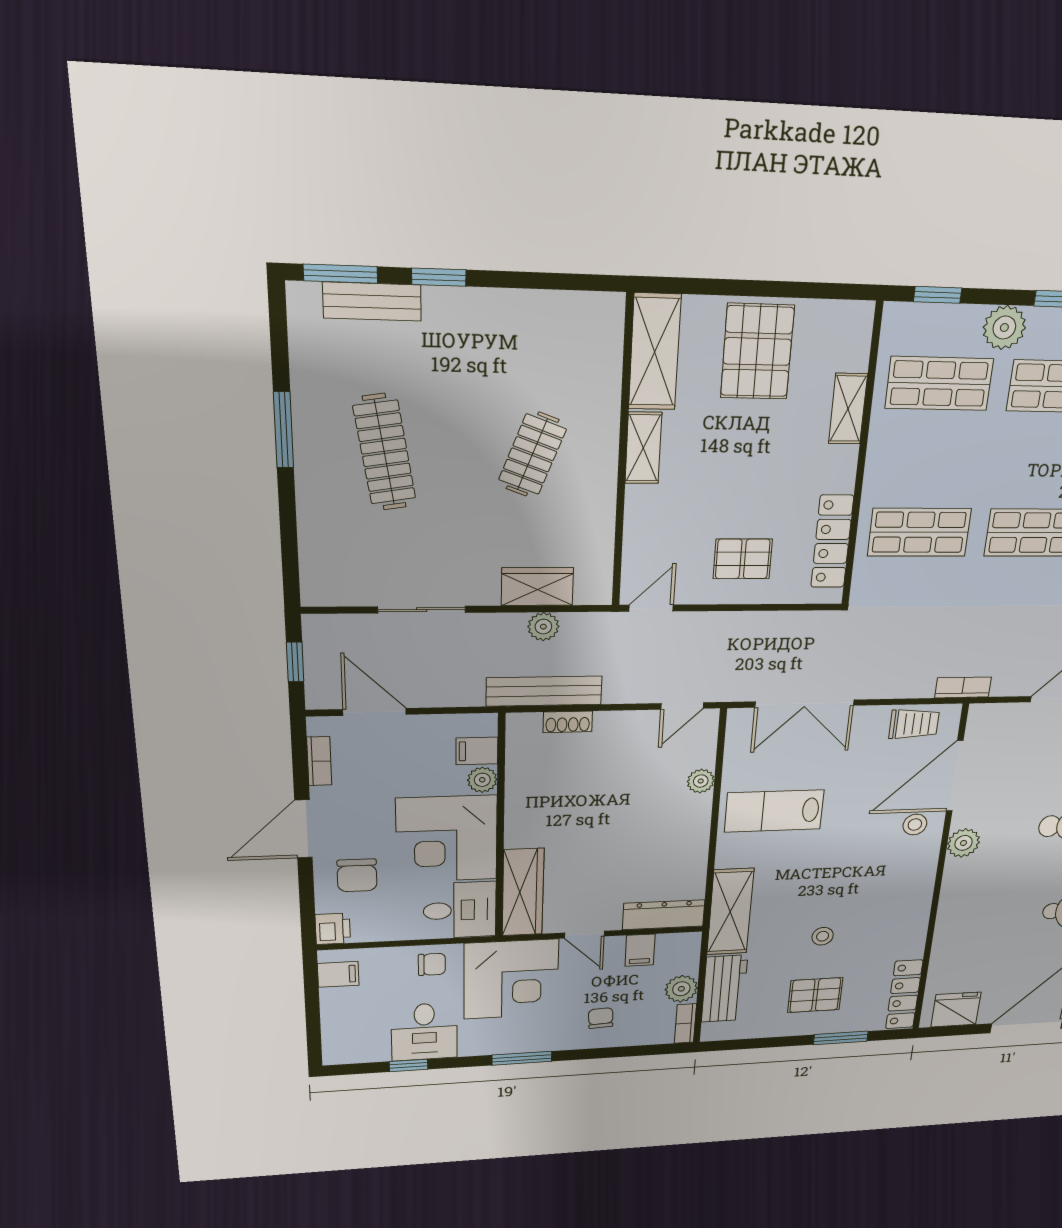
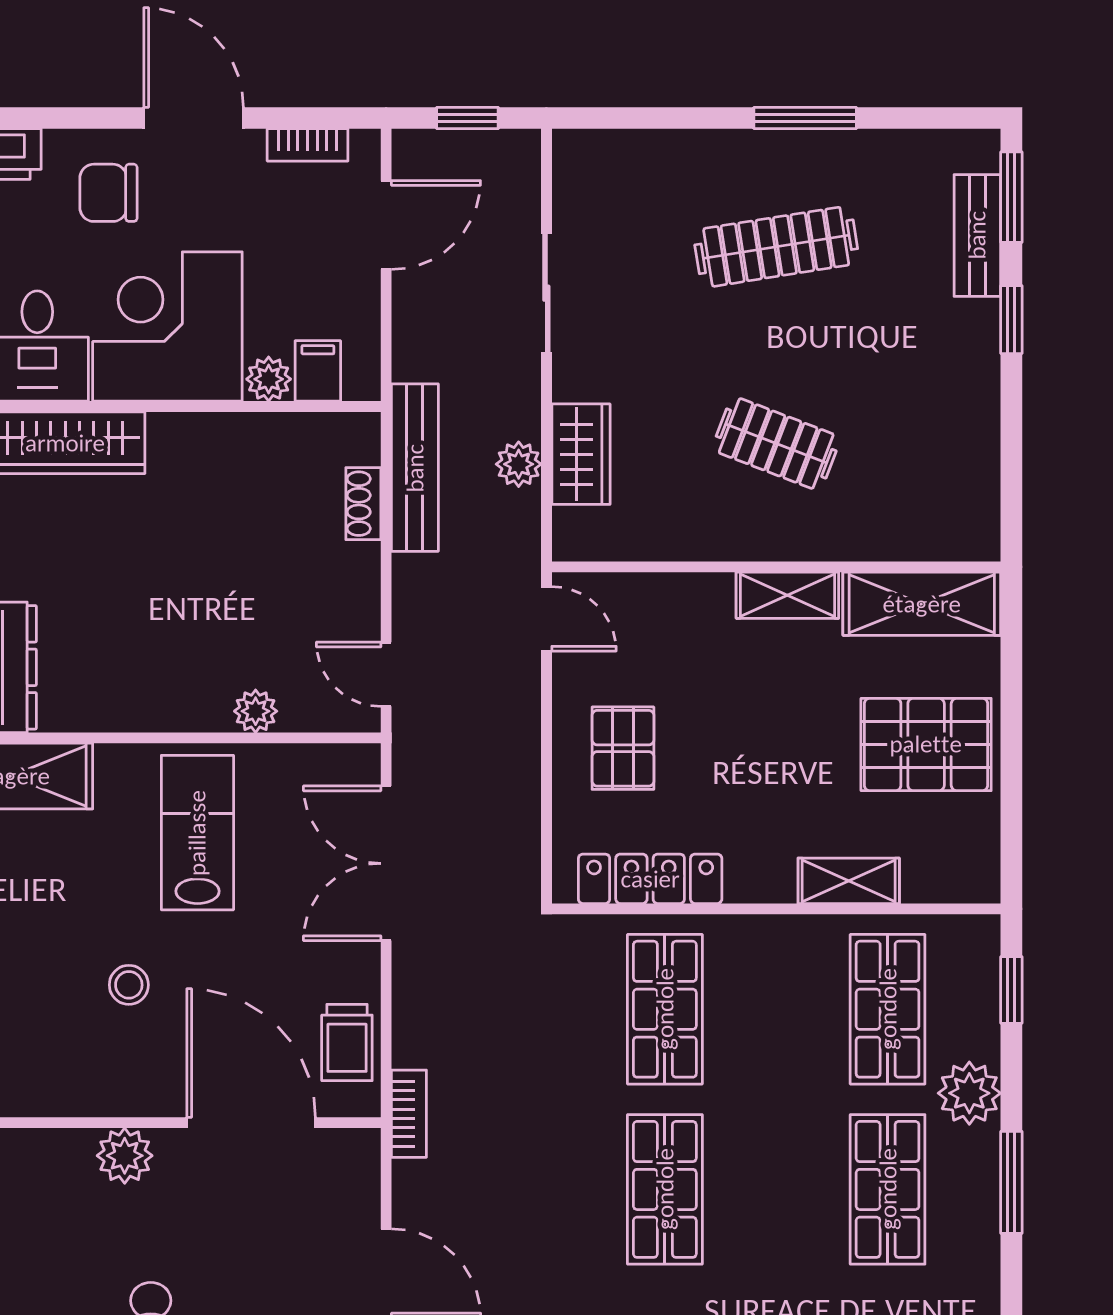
stool: (915, 824) -> (129, 985), moved

